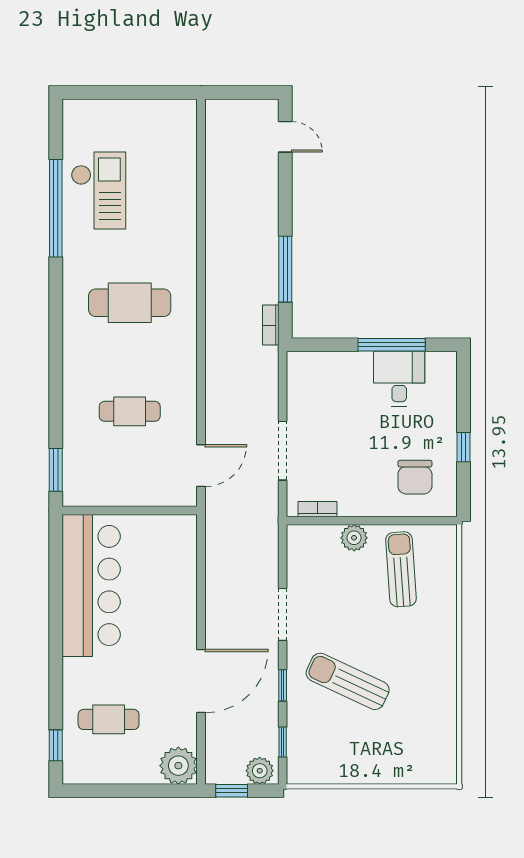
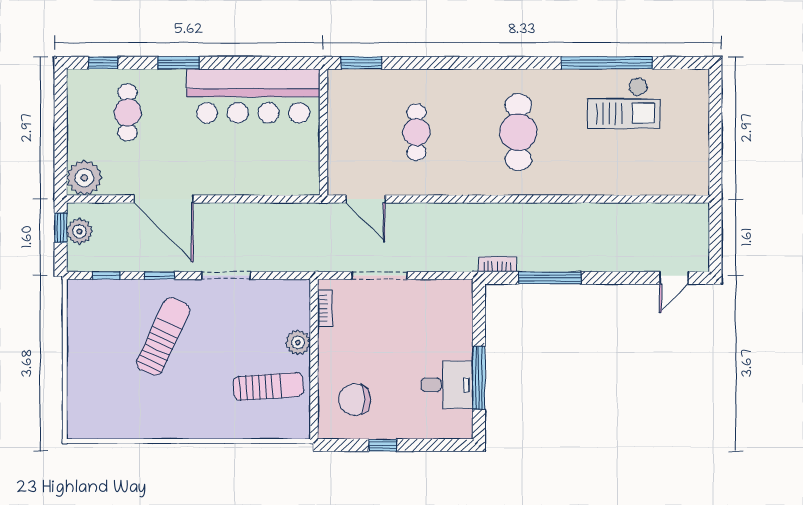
window: (56, 665) -> (179, 63), added
plant: (260, 771) -> (79, 231), moved

